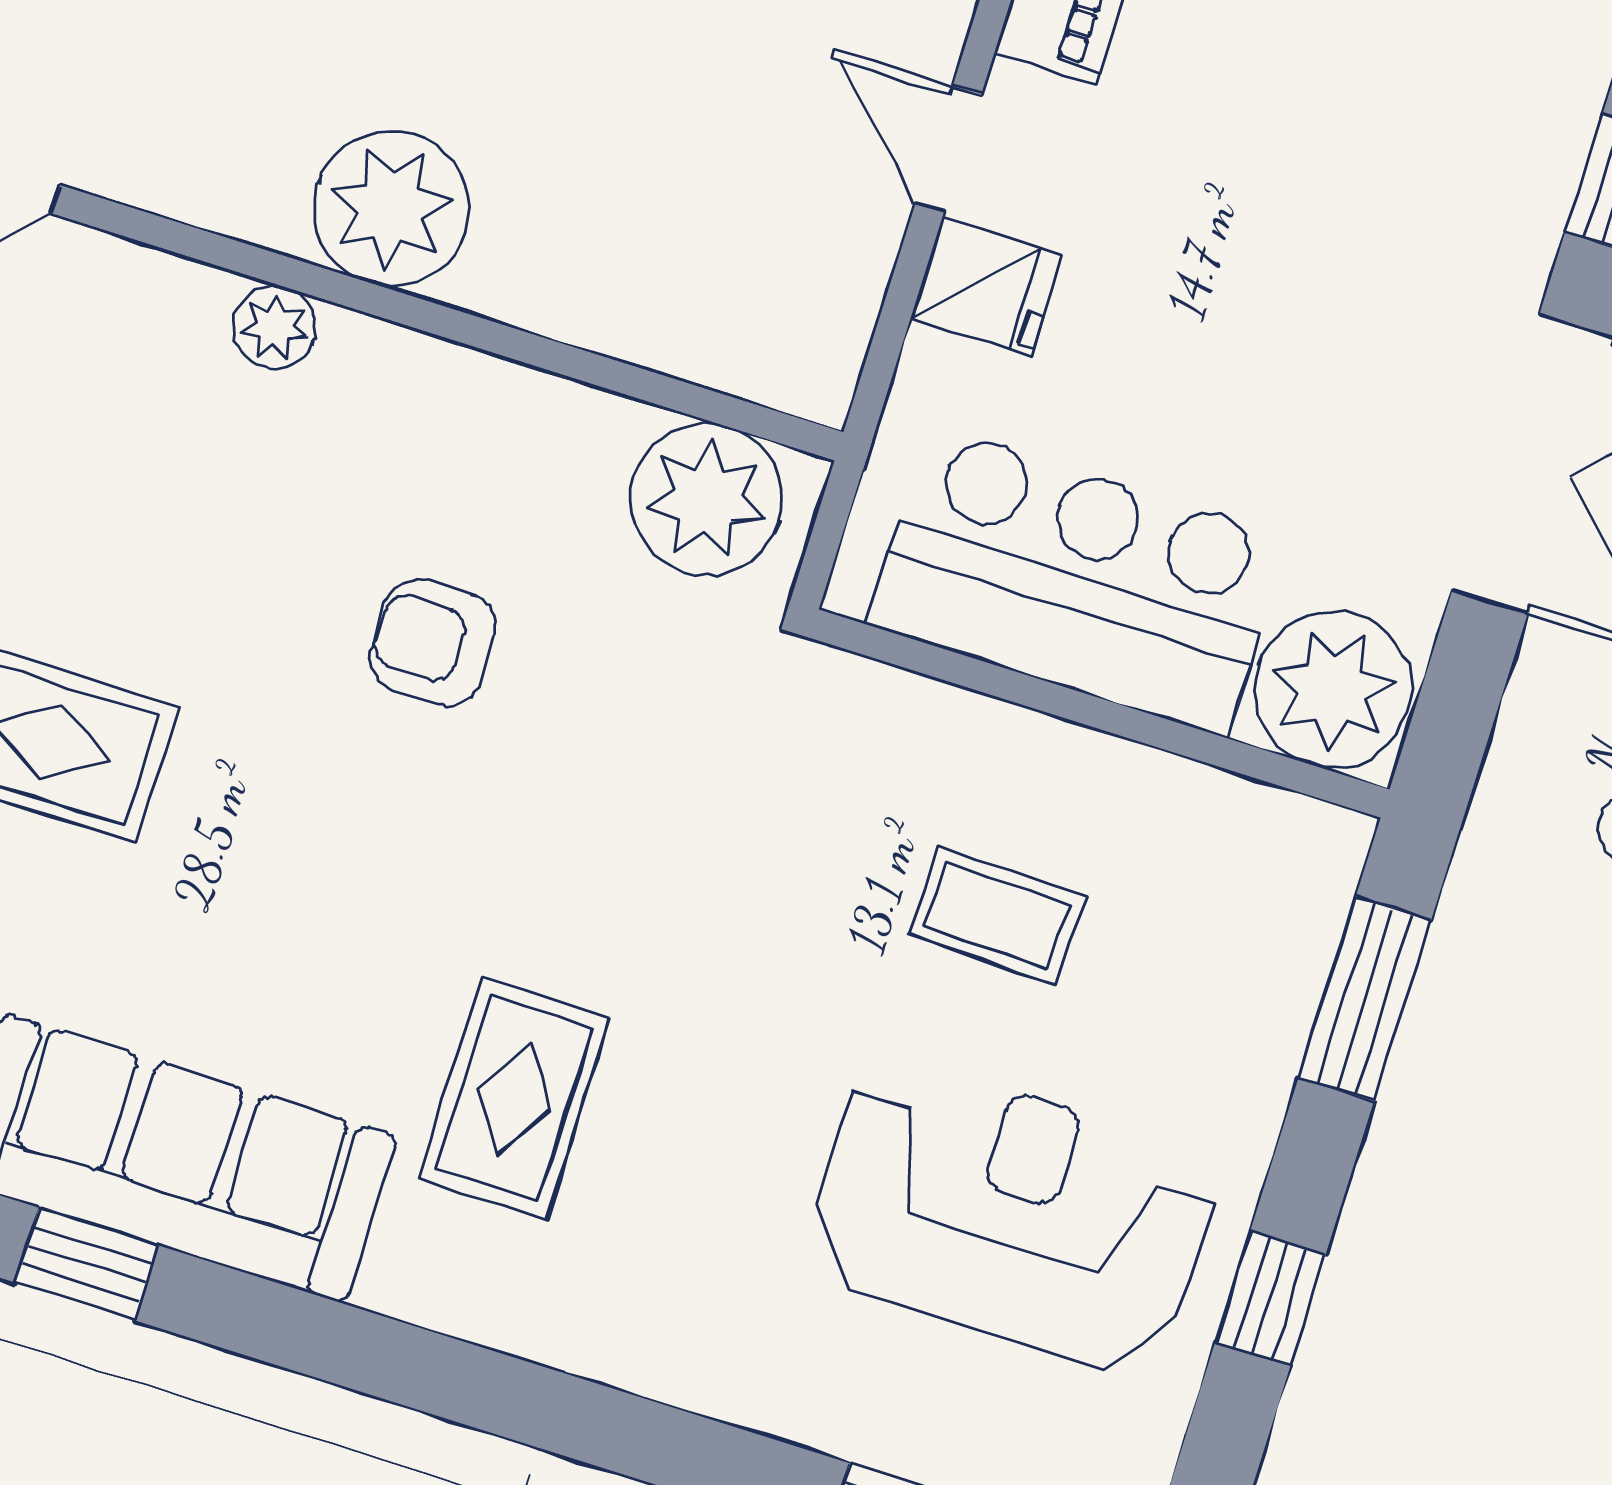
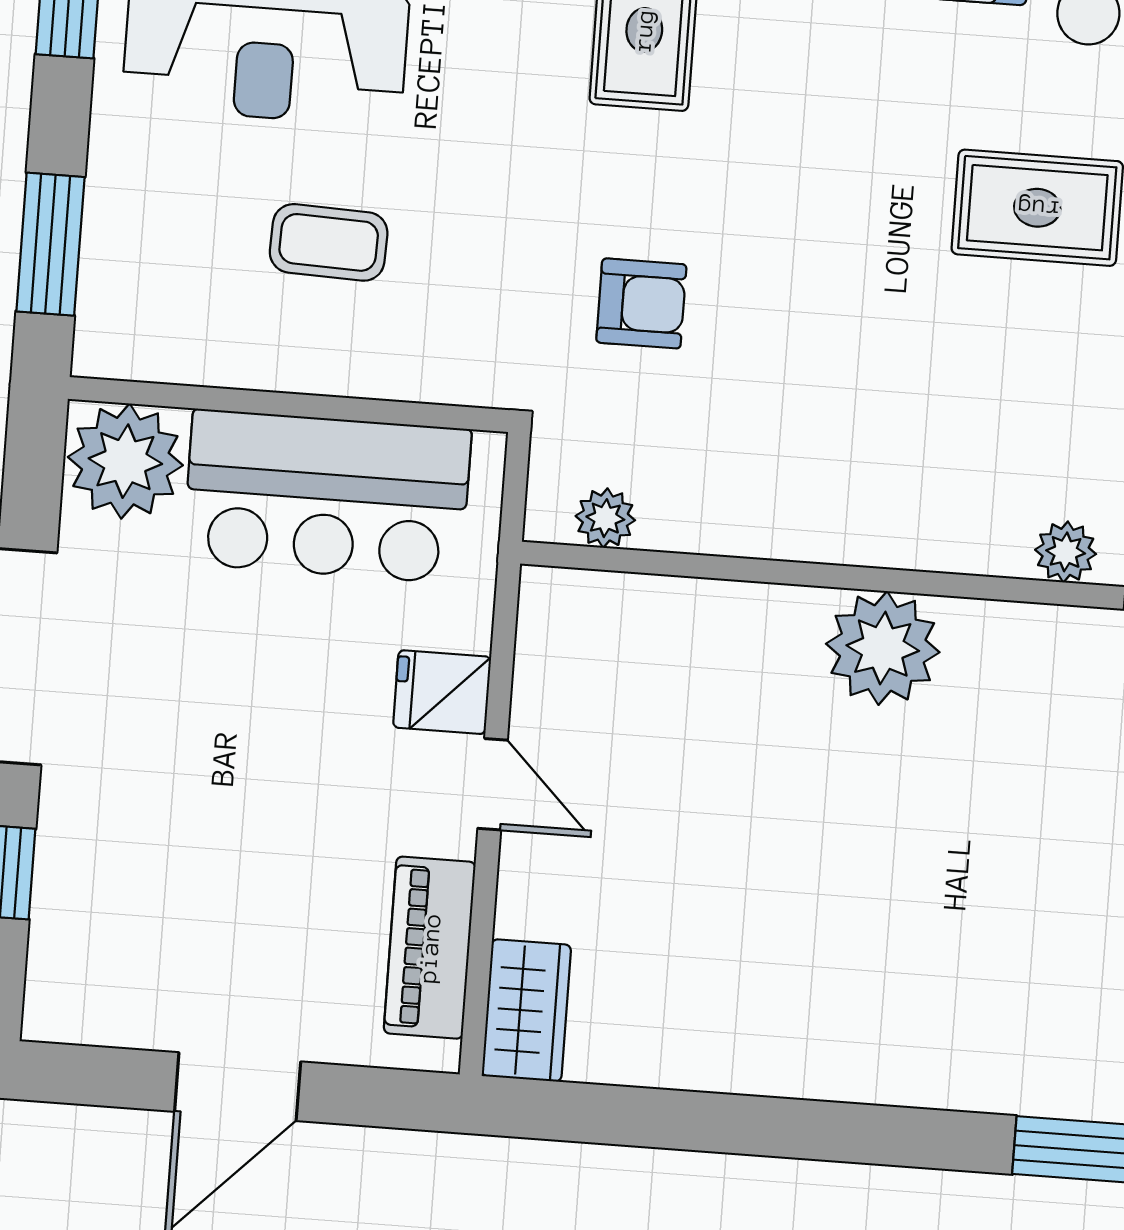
plant: (275, 327) -> (1066, 552), moved
plant: (706, 500) -> (605, 518), width x0.53, depth x0.53
armchair: (433, 642) -> (641, 303), moved

